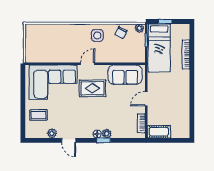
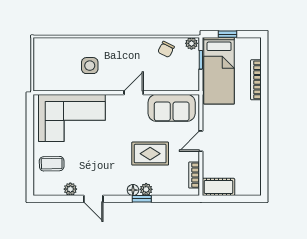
side table: (97, 35) -> (90, 66), moved
door: (88, 64) -> (134, 93), moved
rug: (93, 88) -> (150, 154), moved

